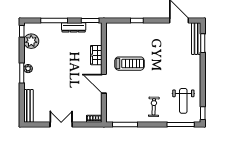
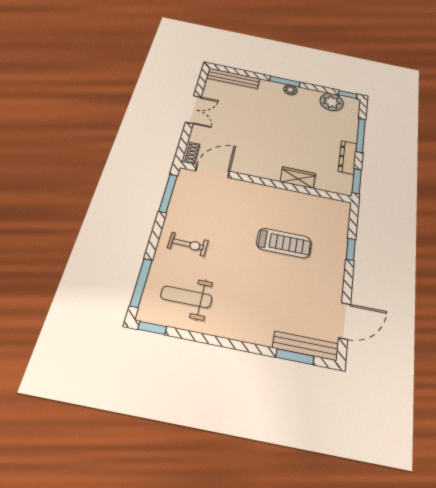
treadmill: (130, 64) -> (284, 243), moved, turned -90
door: (104, 84) -> (213, 171), moved

